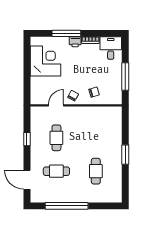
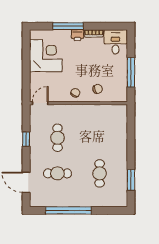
door: (56, 105) -> (40, 103), moved
window: (125, 155) -> (131, 180), moved

